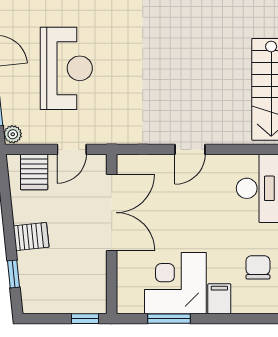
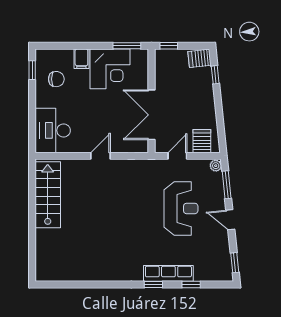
reception desk: (66, 68) -> (181, 208), turned 180
server rack: (31, 237) -> (200, 58), moved
chair: (258, 267) -> (56, 79), turned -90
window: (169, 319) -> (127, 46), moved

